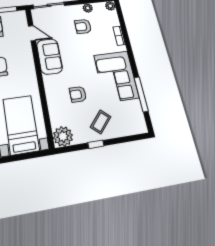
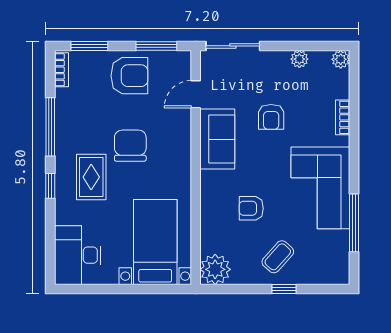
armchair: (83, 26) -> (271, 117), moved, turned -90
door: (32, 33) -> (196, 94), swing flipped
window: (96, 144) -> (284, 289), moved

